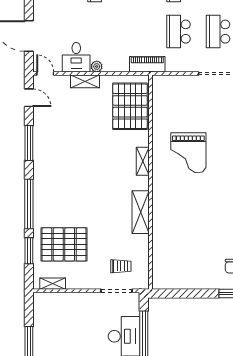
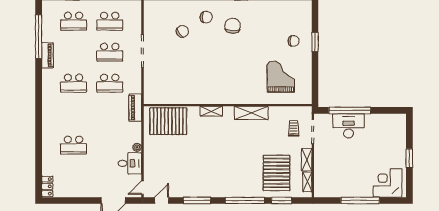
shelving: (85, 81) -> (307, 160), moved
grand piano: (188, 153) -> (281, 77), moved, turned -90

